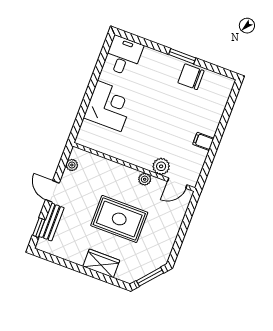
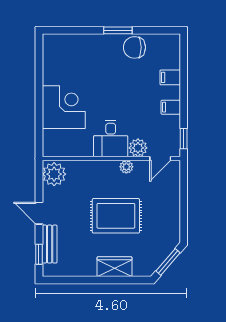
desk: (123, 56) -> (111, 139), moved, turned 180
filing cabinet: (213, 115) -> (170, 77), added
plant: (72, 165) -> (54, 174), width x1.88, depth x1.88
window: (204, 173) -> (184, 139), added

